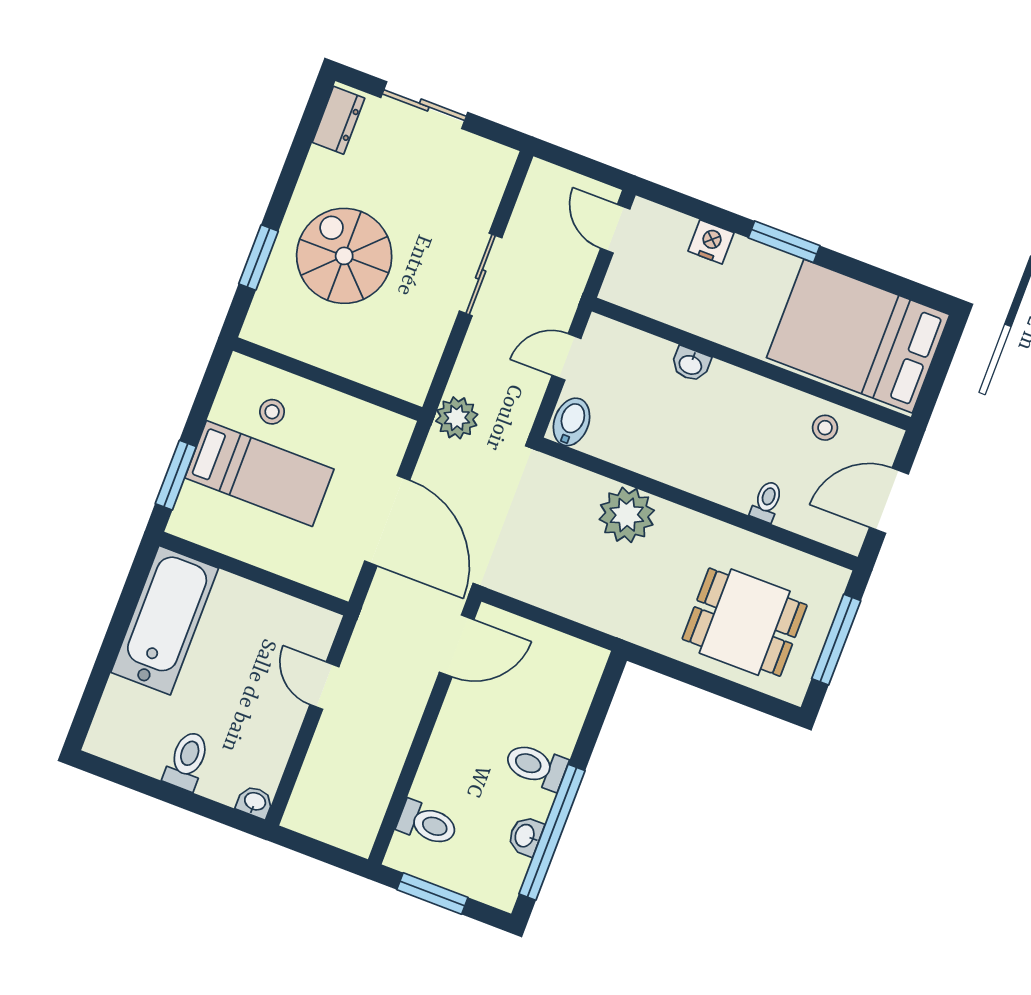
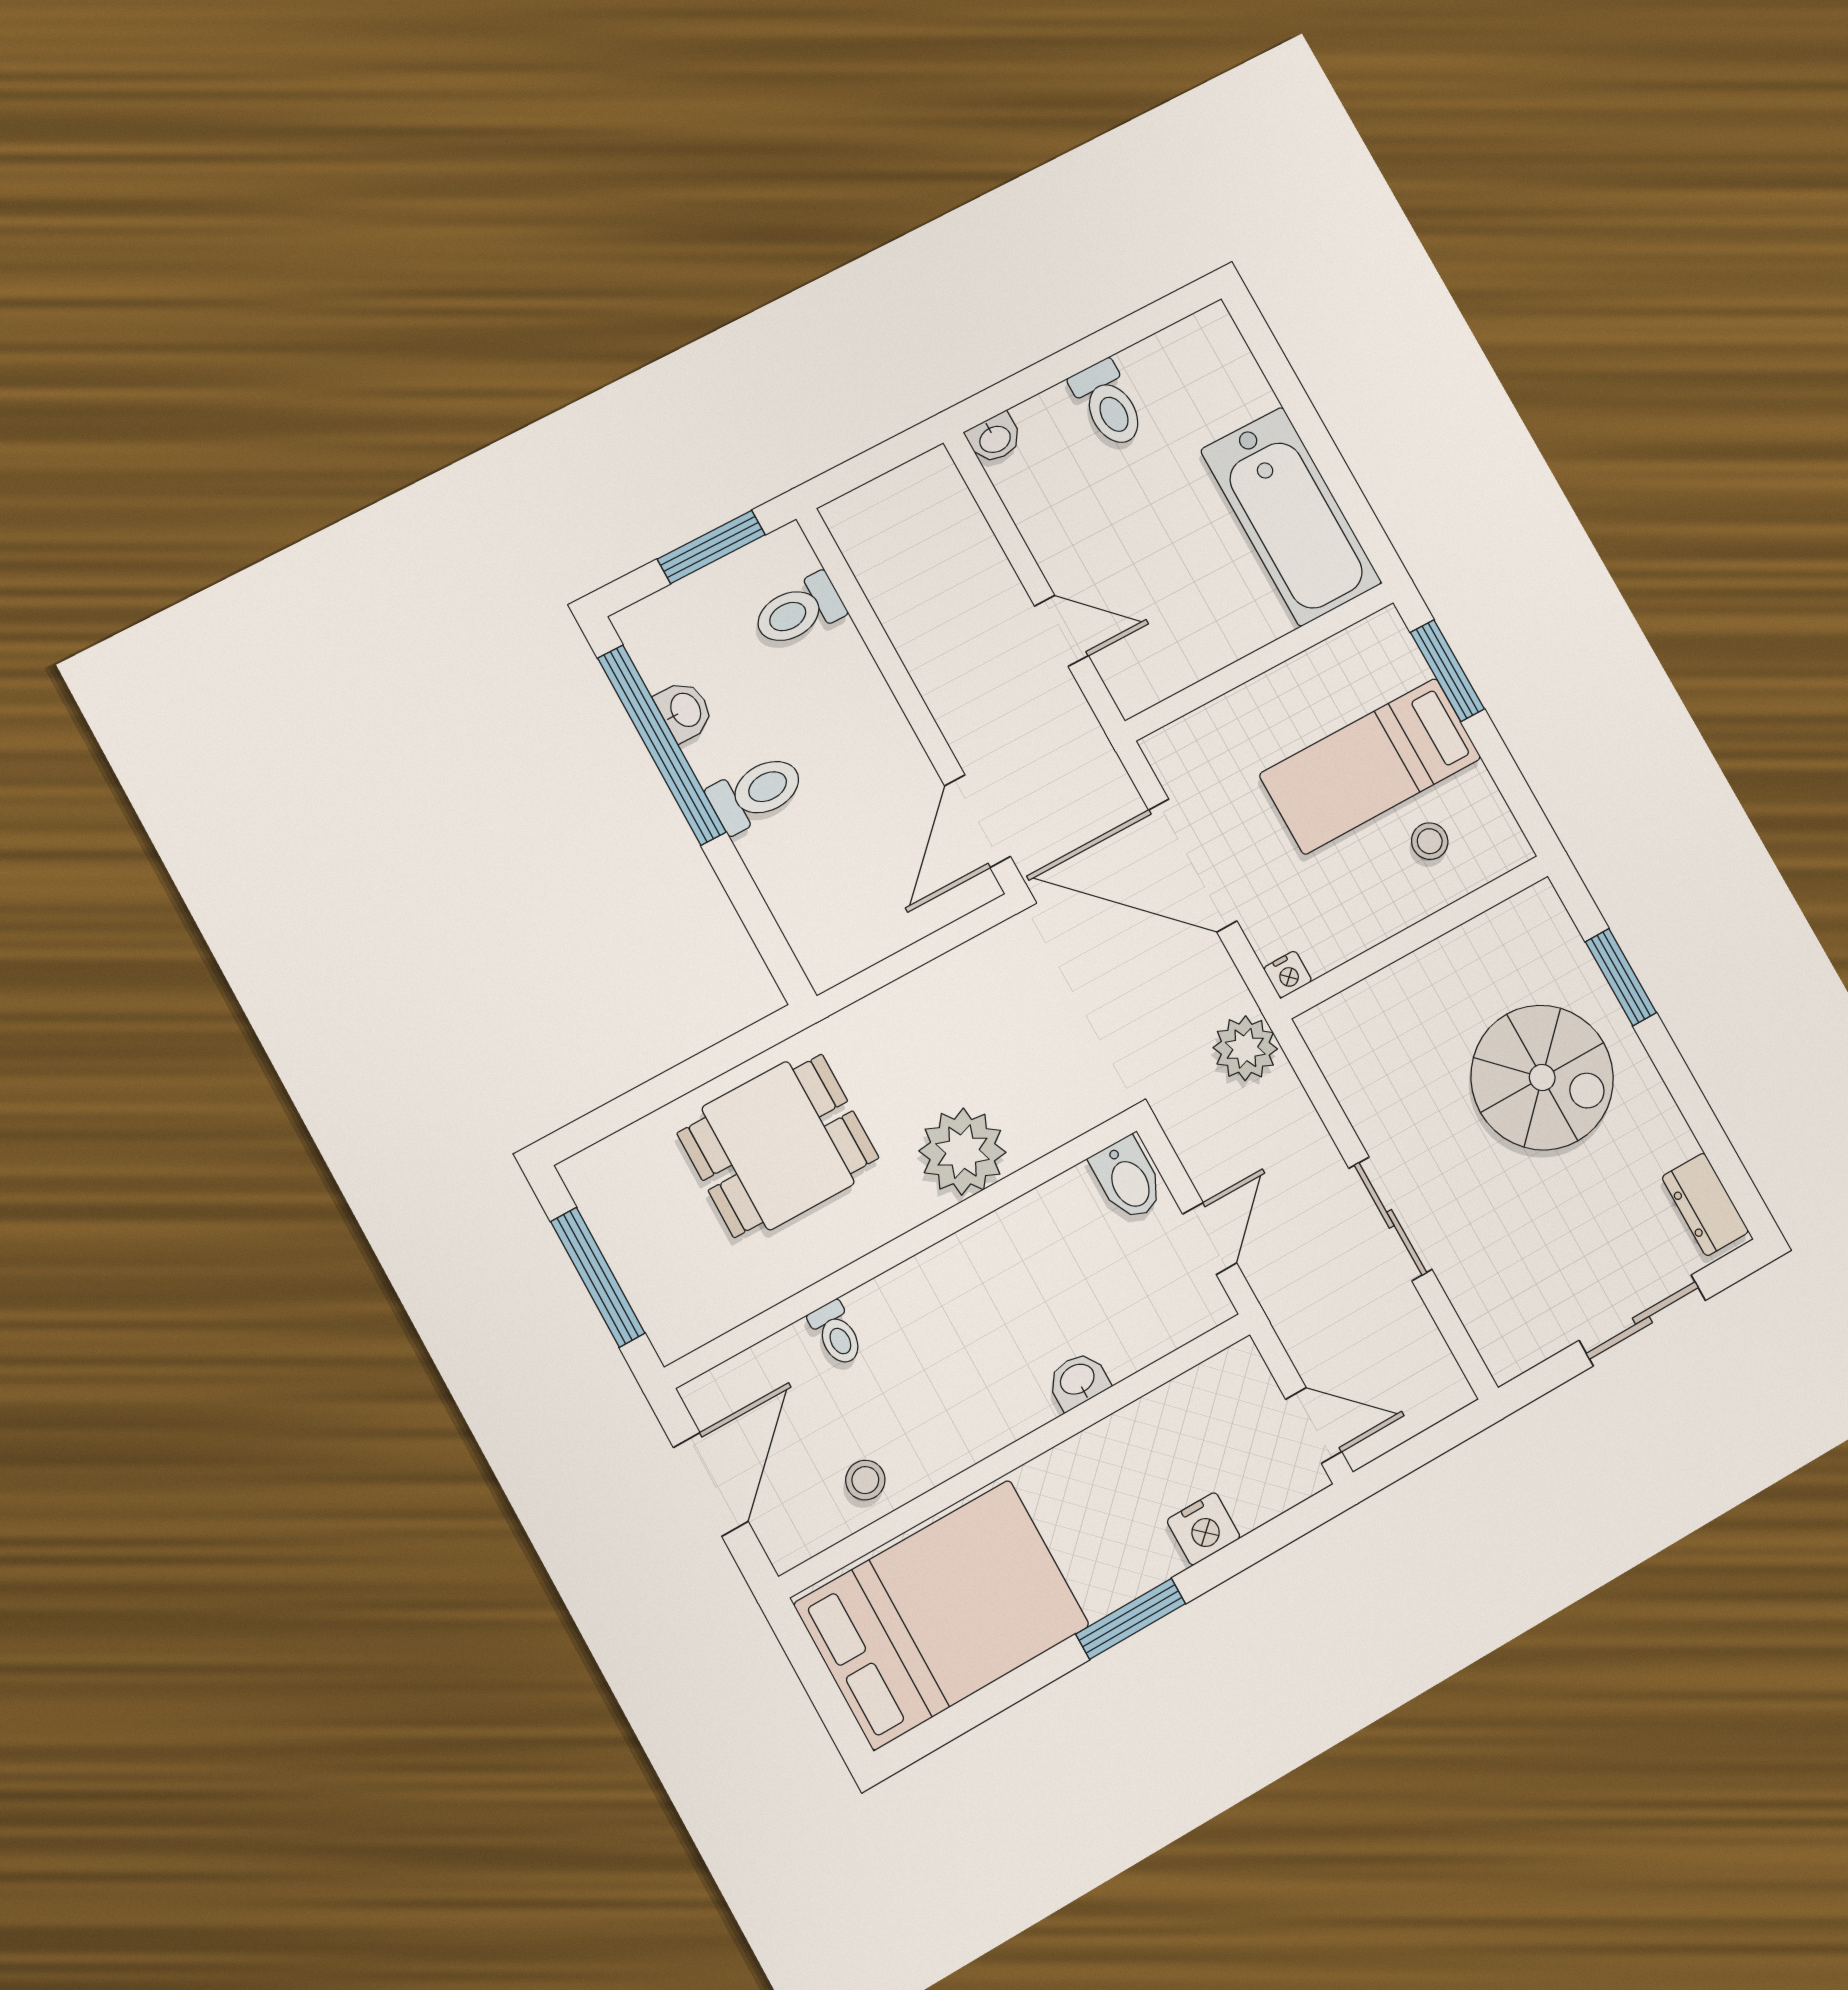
nightstand: (402, 427) -> (1288, 974), added
dining table: (745, 622) -> (778, 1146), moved

